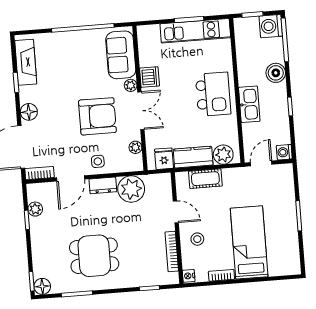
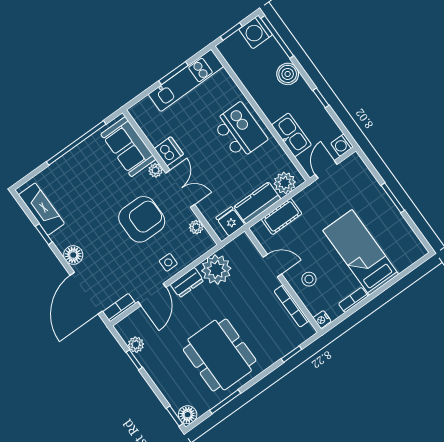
kitchen sink: (249, 104) -> (291, 135), moved
dining table: (94, 256) -> (220, 355), width x1.38

